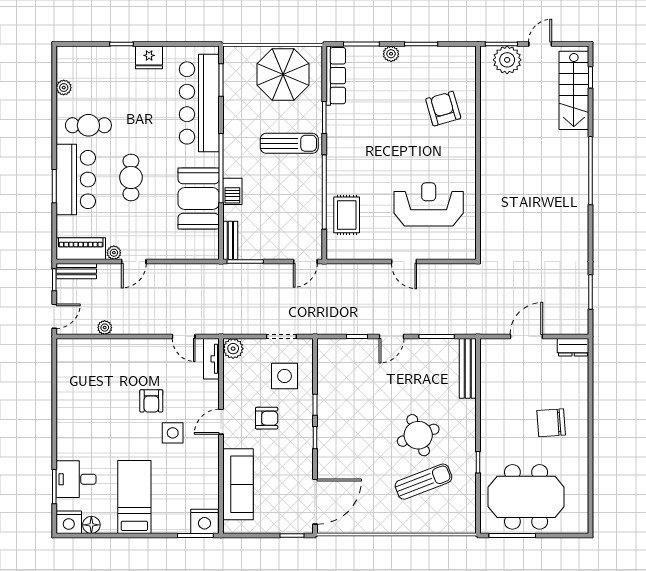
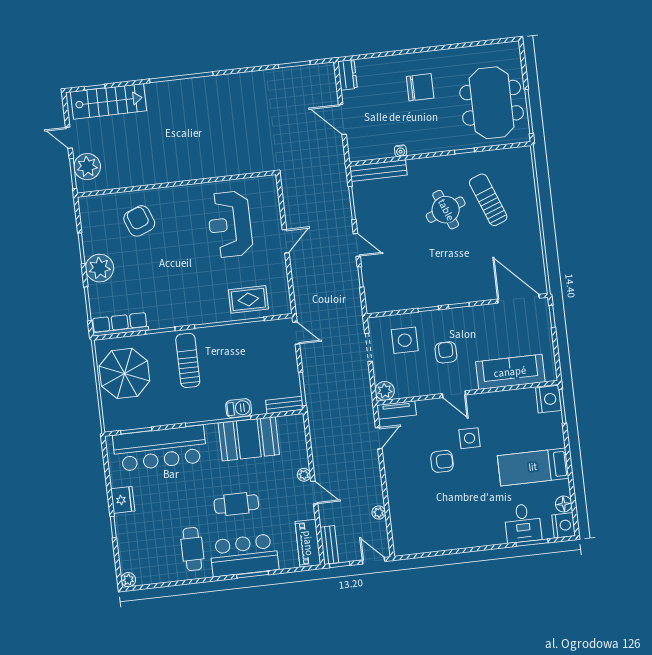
plant: (391, 54) -> (100, 268), width x1.87, depth x1.87
plant: (64, 88) -> (128, 580), moved
armchair: (443, 109) -> (139, 221), turned 85
plant: (114, 253) -> (304, 475), moved
water cooler: (486, 394) -> (401, 151), added
chair: (551, 423) -> (420, 87), turned -86

